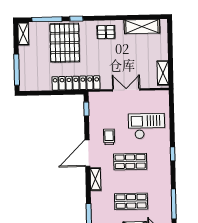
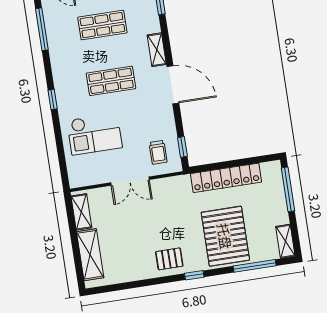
window: (76, 19) -> (194, 275), moved
shelving: (142, 26) -> (90, 255), moved, turned 90
locker: (76, 83) -> (226, 178), moved
trolley: (109, 137) -> (158, 152), moved
door: (87, 153) -> (173, 85), hinge flipped

